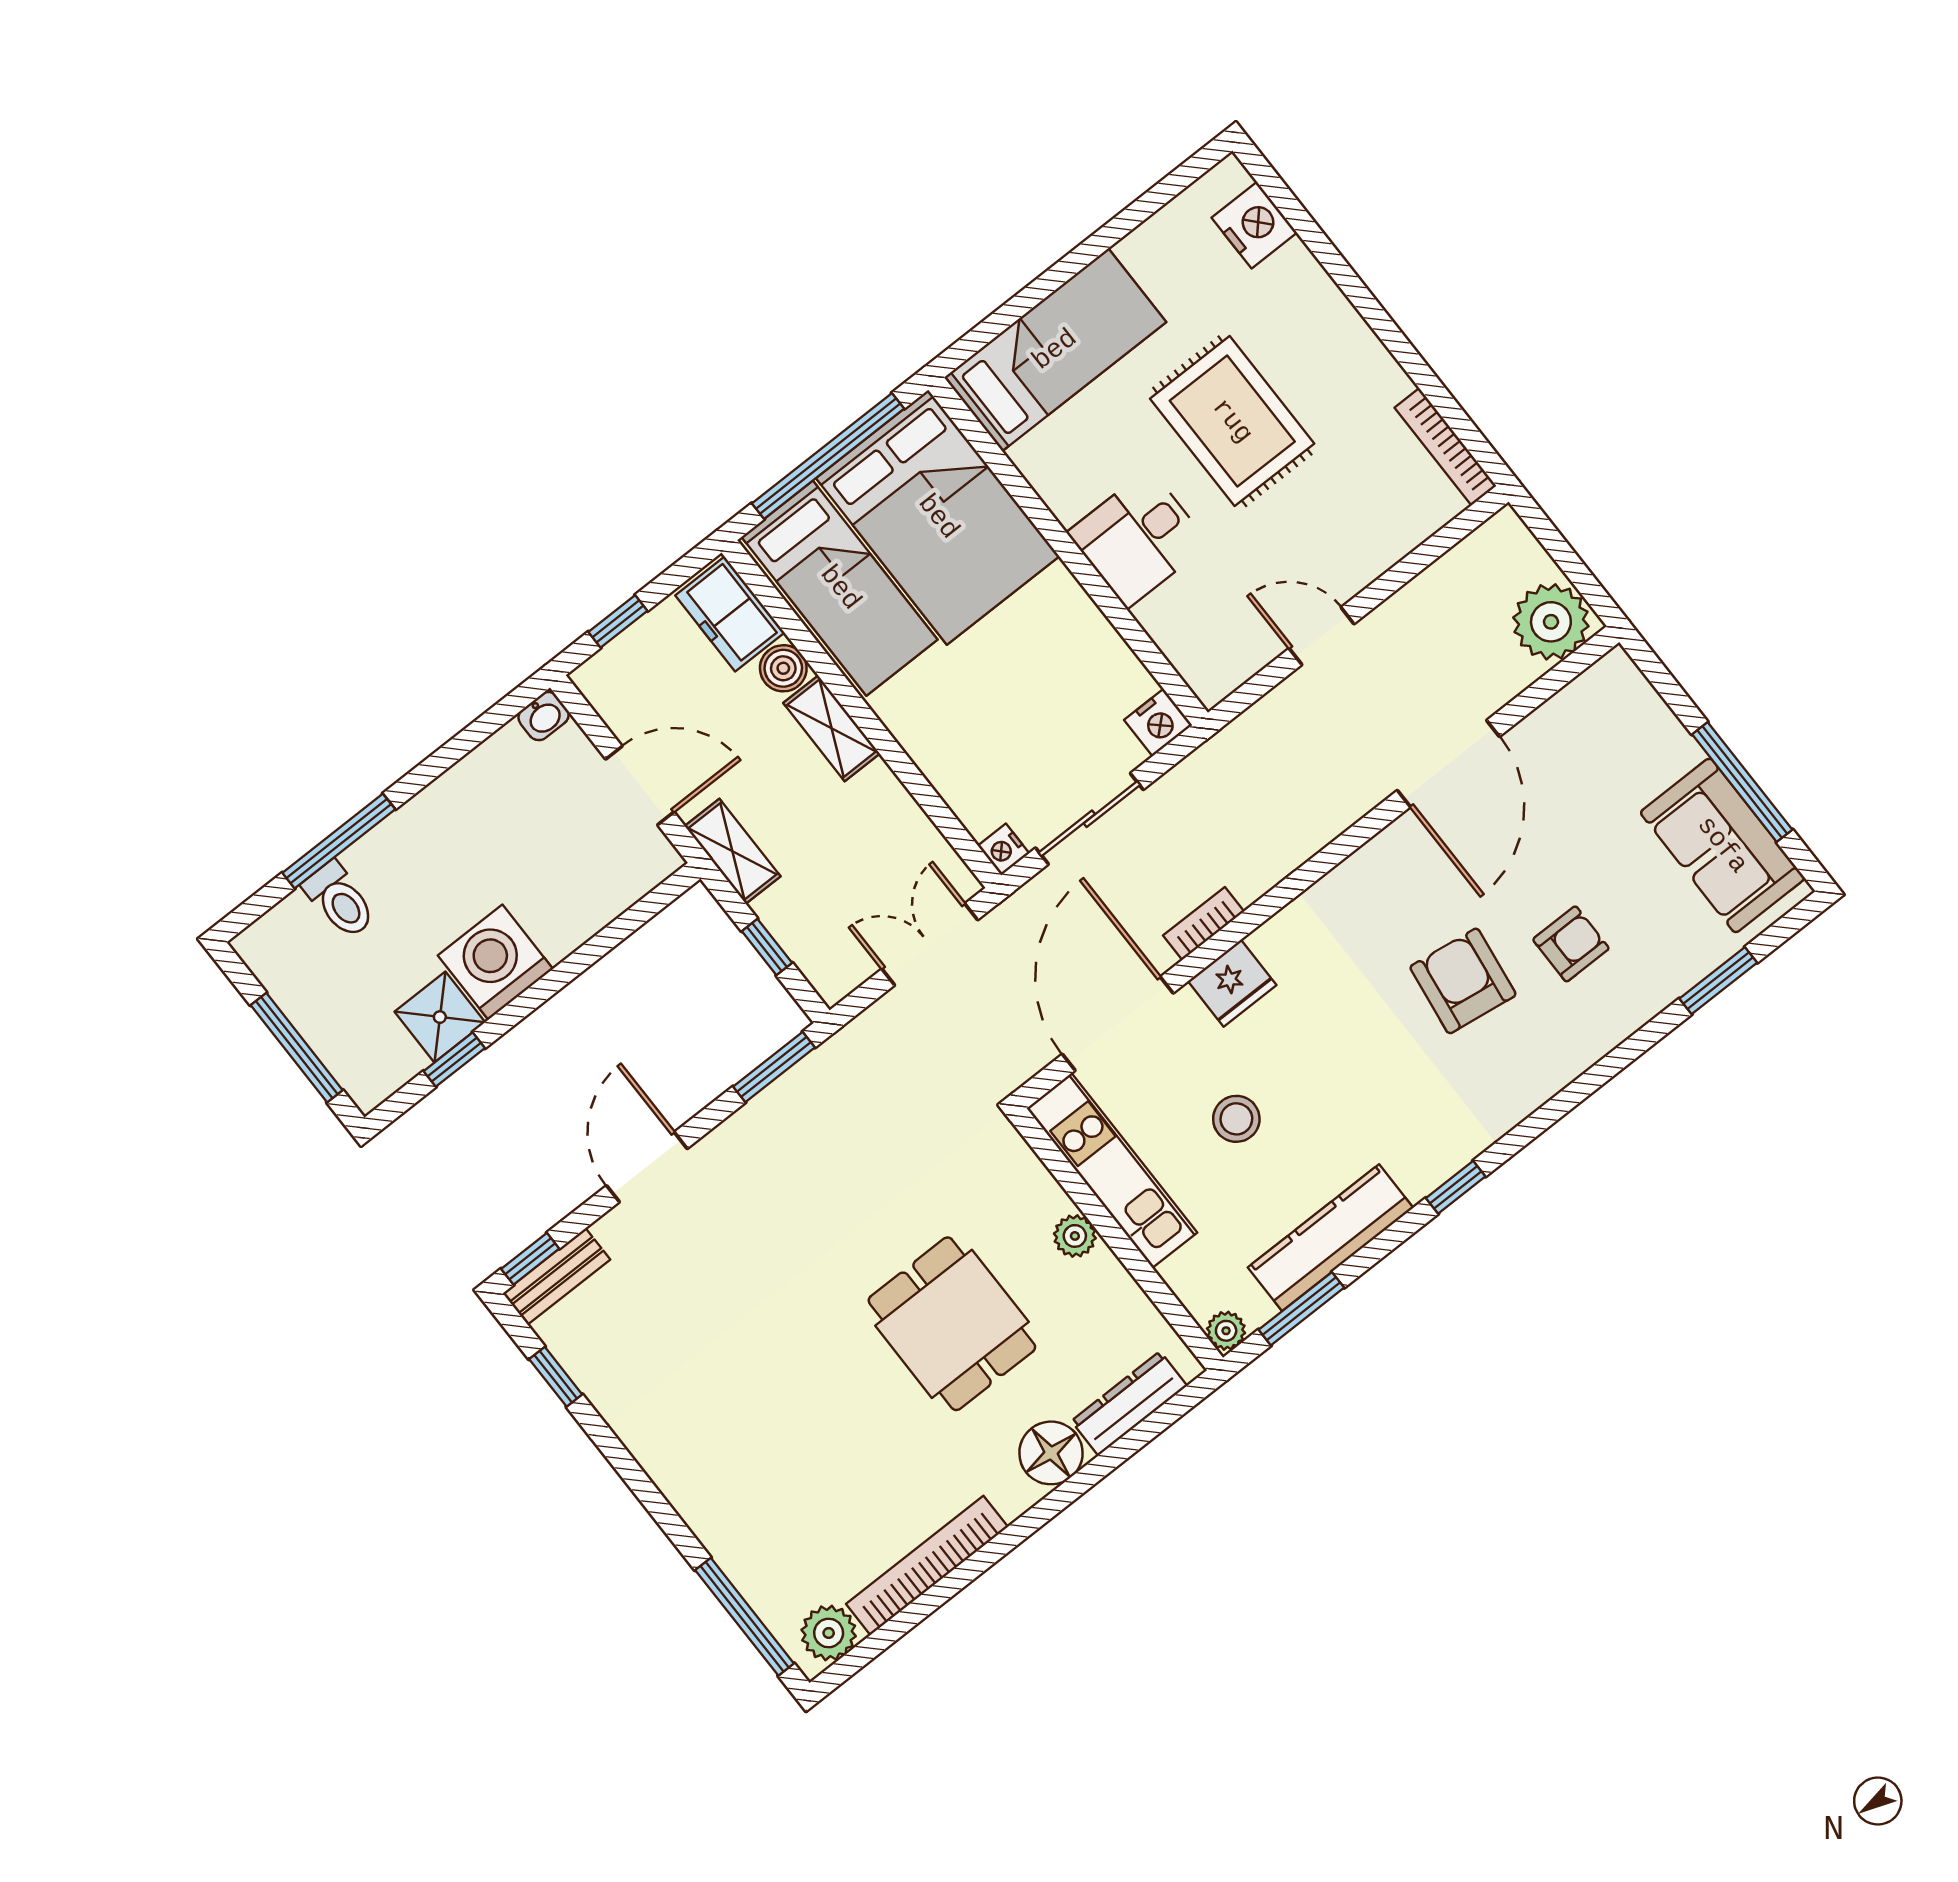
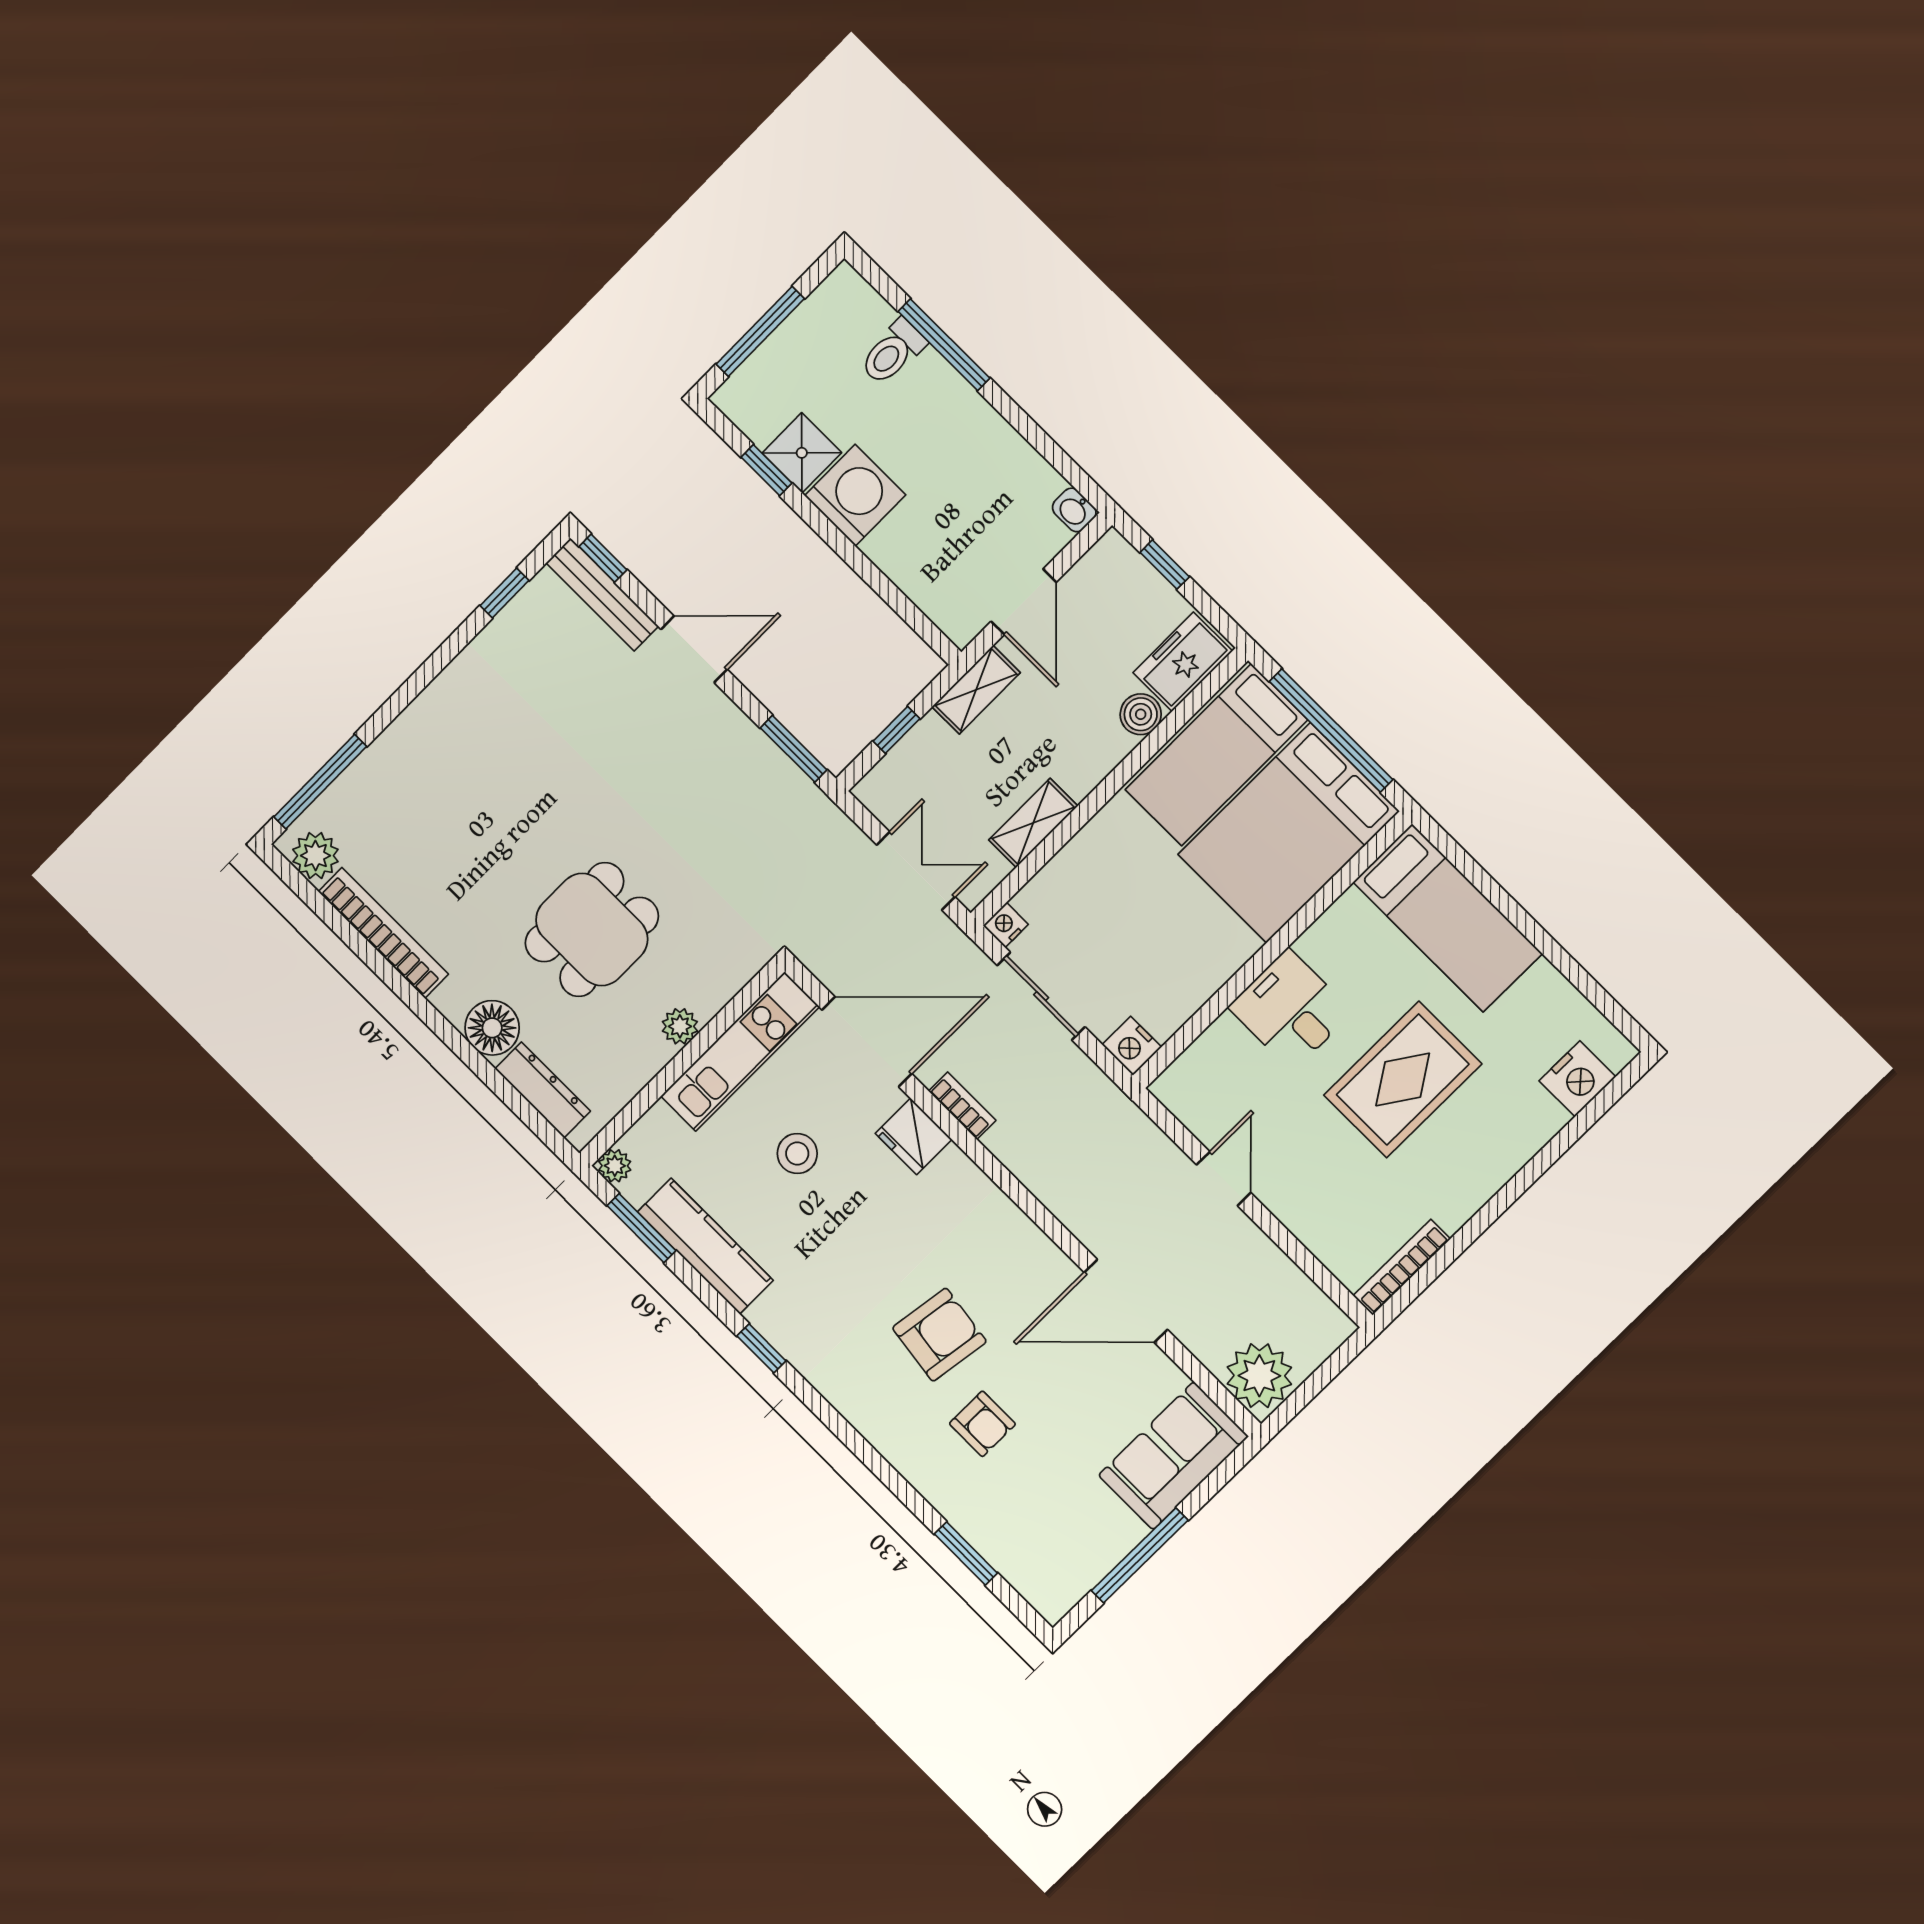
shelving: (832, 728) -> (1033, 823), moved
sofa: (1722, 845) -> (1173, 1456), moved
bench: (556, 1276) -> (602, 595), width x1.36

